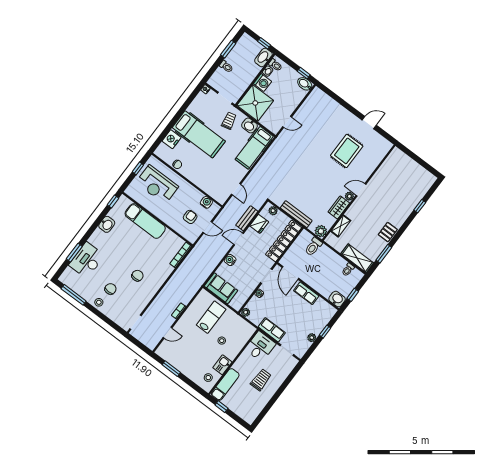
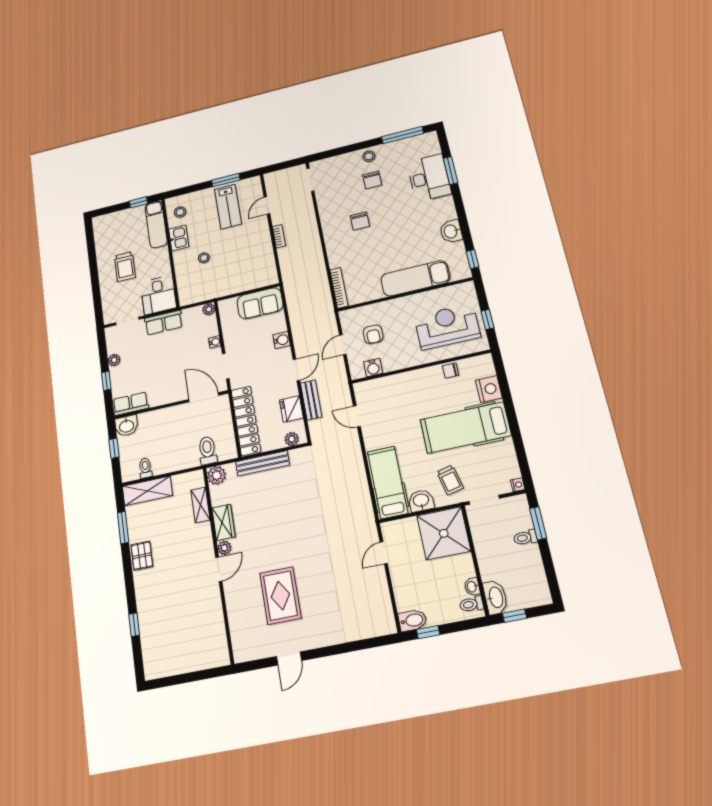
window: (228, 49) -> (538, 523), moved
washing machine: (262, 83) -> (463, 566), removed
row of seats: (306, 293) -> (131, 404), moved
lab bench: (211, 317) -> (228, 207), moved

